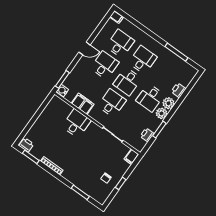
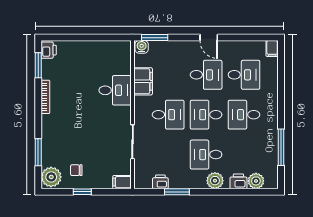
desk: (143, 60) -> (244, 115), turned 180
plant: (162, 113) -> (256, 181), moved
plant: (100, 195) -> (51, 177), added

